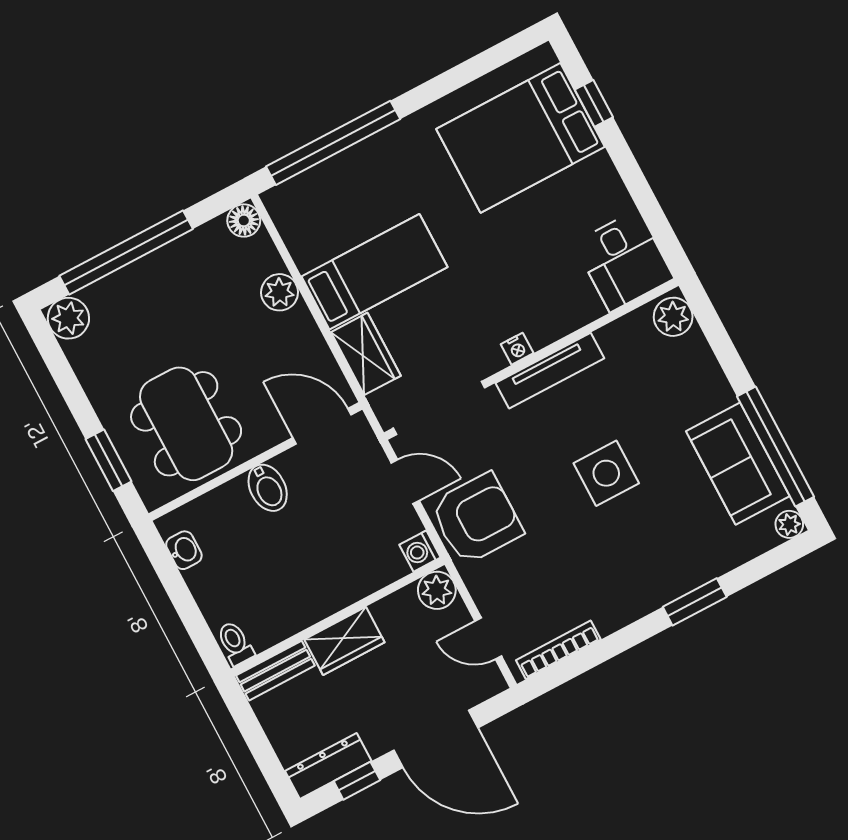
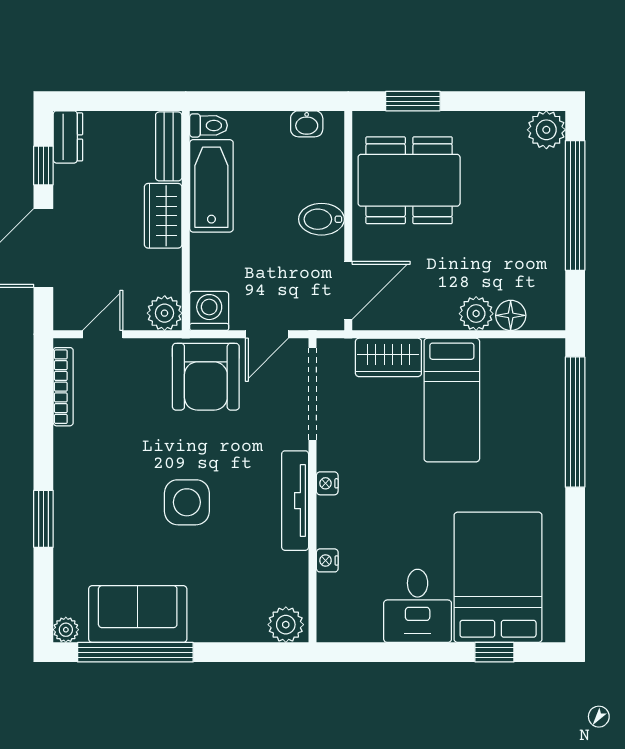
floor lamp: (244, 221) -> (511, 315), moved
desk: (624, 261) -> (418, 606), moved, turned -90
nightstand: (591, 310) -> (327, 560), added
washing machine: (420, 551) -> (209, 311), width x1.38, depth x1.38
bathtub: (291, 610) -> (211, 186), added
dresser: (328, 766) -> (68, 137), width x0.70

